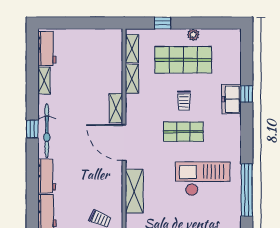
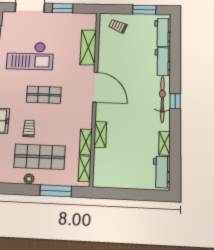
window: (163, 23) -> (56, 191), width x2.17
trolley: (184, 101) -> (29, 129), moved
shelving: (116, 108) -> (100, 134), moved

